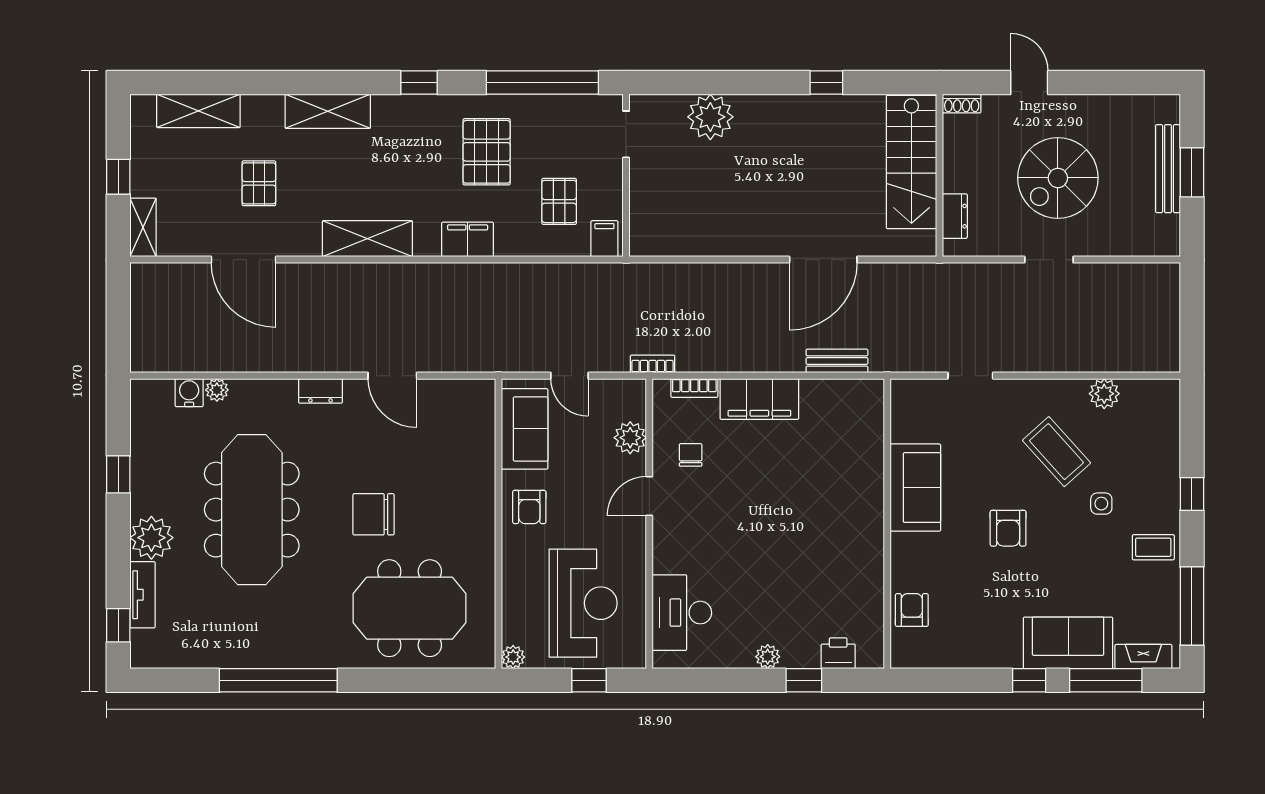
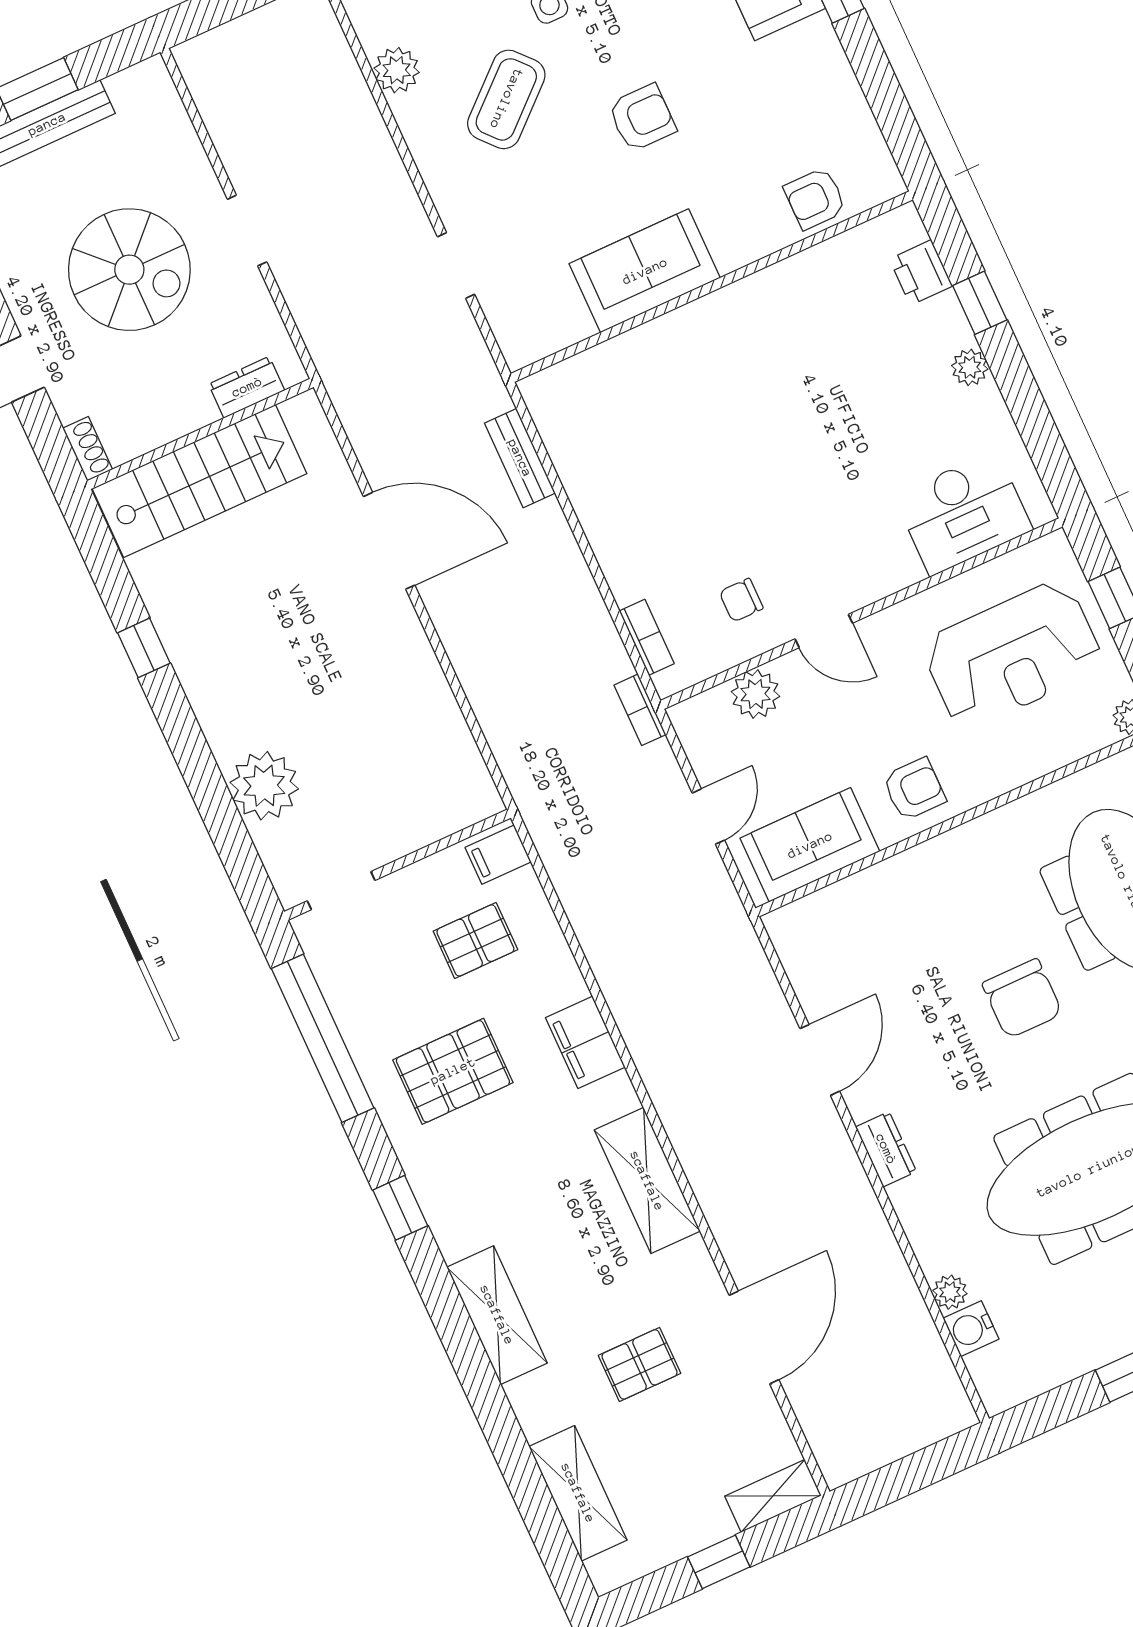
filing cabinet: (759, 399) -> (621, 541), removed
reception desk: (583, 603) -> (1012, 655), turned 180

